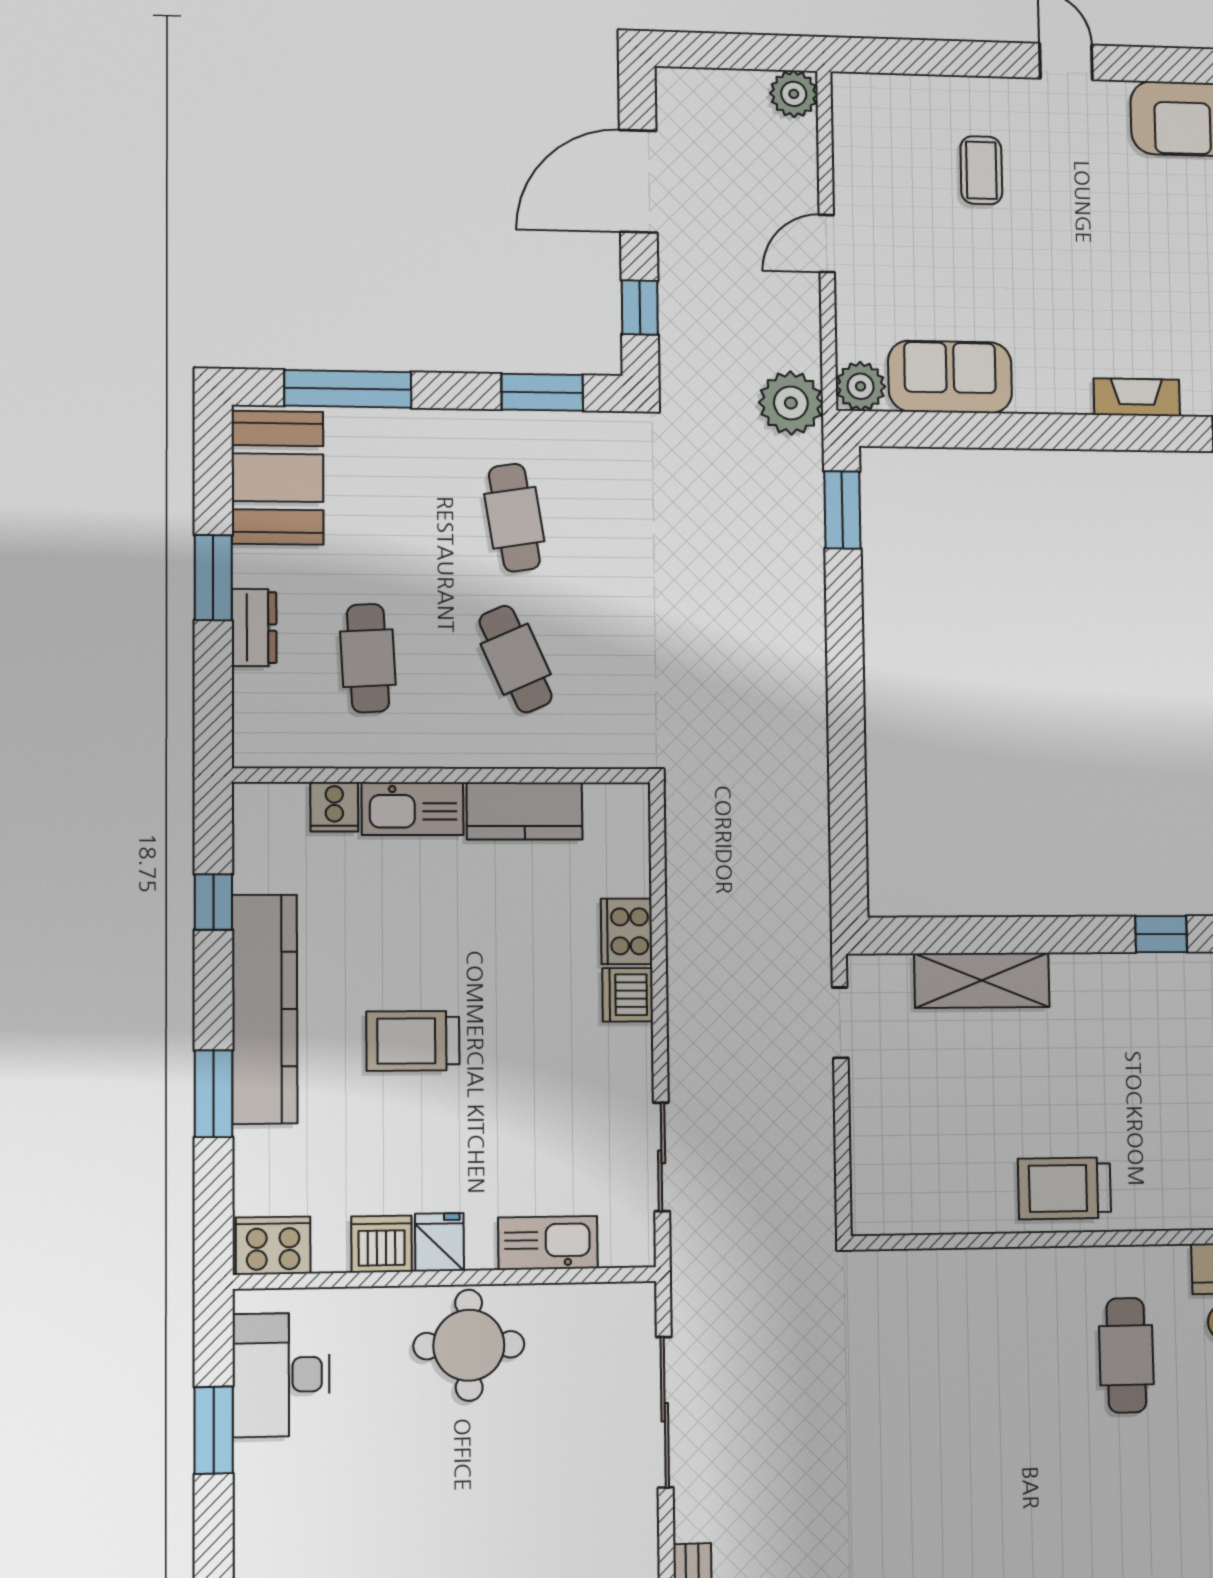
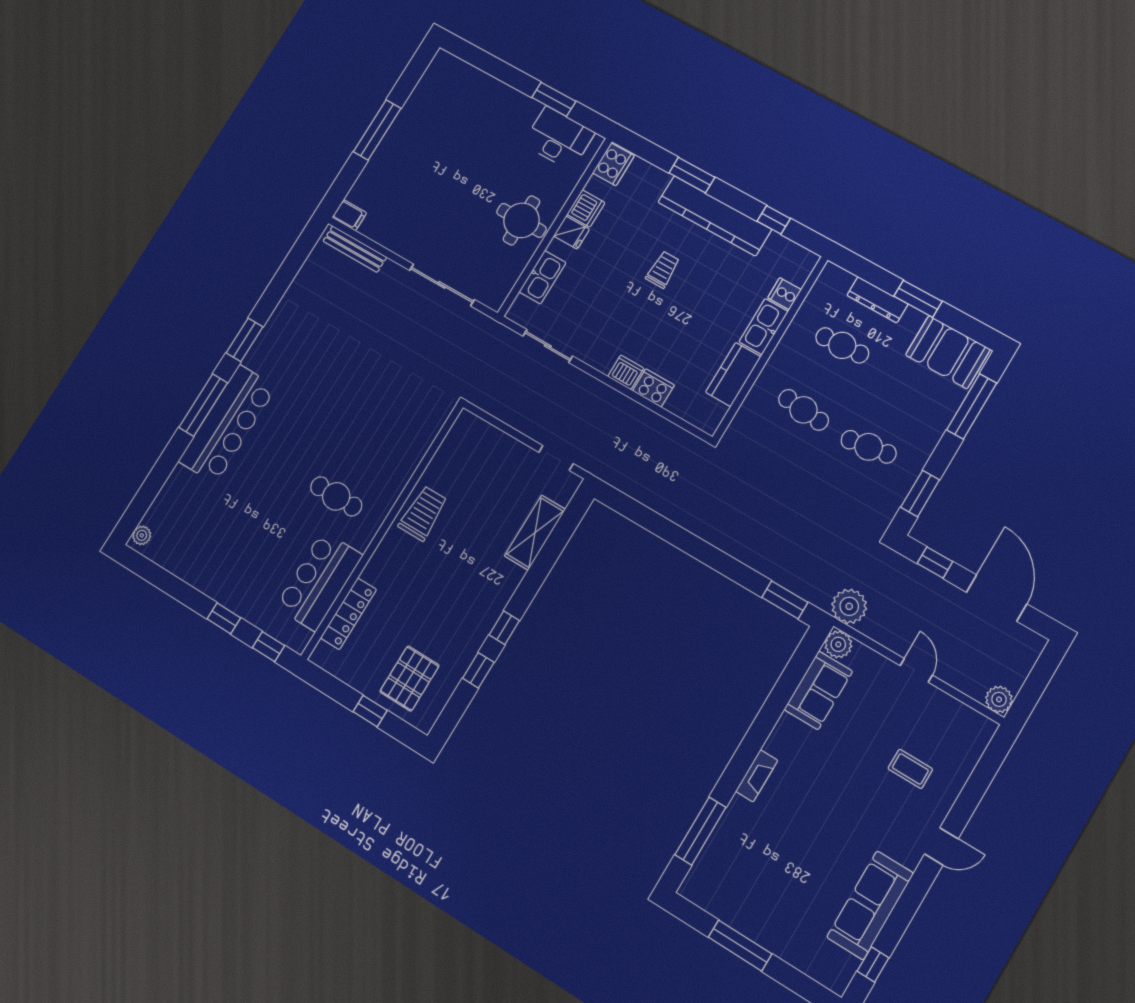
dresser: (254, 627) -> (877, 300), width x1.44
cafe table: (516, 659) -> (804, 410), turned 30
trolley: (413, 1041) -> (663, 270), width x0.73, depth x0.72

